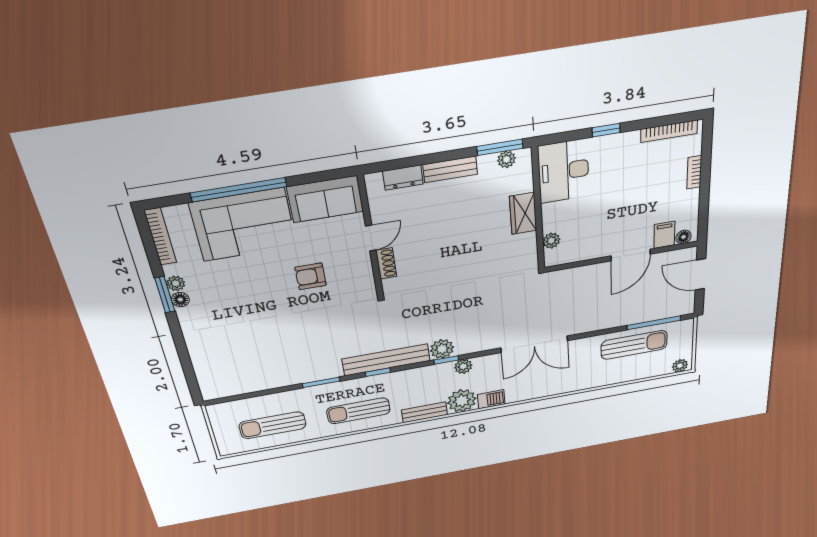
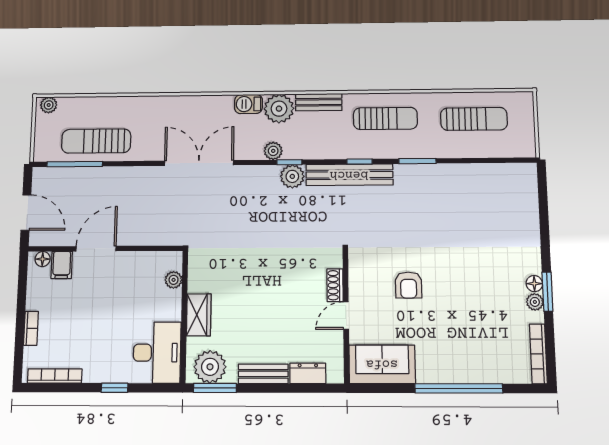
plant: (506, 159) -> (210, 367), width x1.88, depth x1.88
corner sofa: (244, 225) -> (461, 352), removed
armchair: (311, 276) -> (409, 285), turned 90

